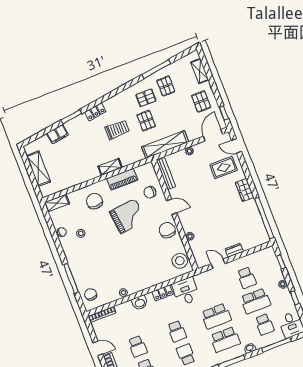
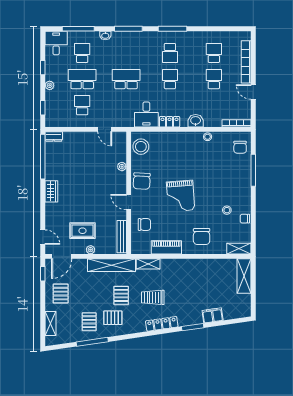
locker: (95, 112) -> (162, 324), width x1.53
shelving: (110, 167) -> (148, 264), moved
rug: (224, 168) -> (82, 231), moved
shelving: (38, 169) -> (244, 276), moved
grand piano: (128, 216) -> (181, 196), moved, turned -87
dresser: (234, 250) -> (54, 137), moved
school desk: (225, 340) -> (126, 53), removed

